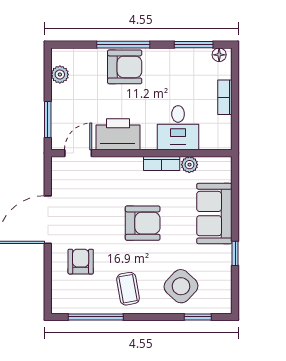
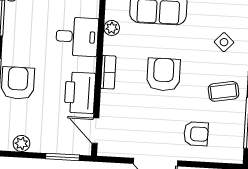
bookcase: (162, 164) -> (108, 72), moved
armchair: (81, 262) -> (196, 134), turned 180
side table: (181, 286) -> (224, 42), width x0.54, depth x0.54

